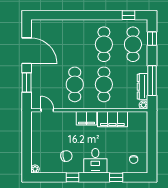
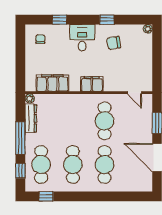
window: (152, 81) -> (20, 138), moved
cafe table: (104, 84) -> (105, 165), moved
filing cabinet: (112, 119) -> (52, 83), moved

